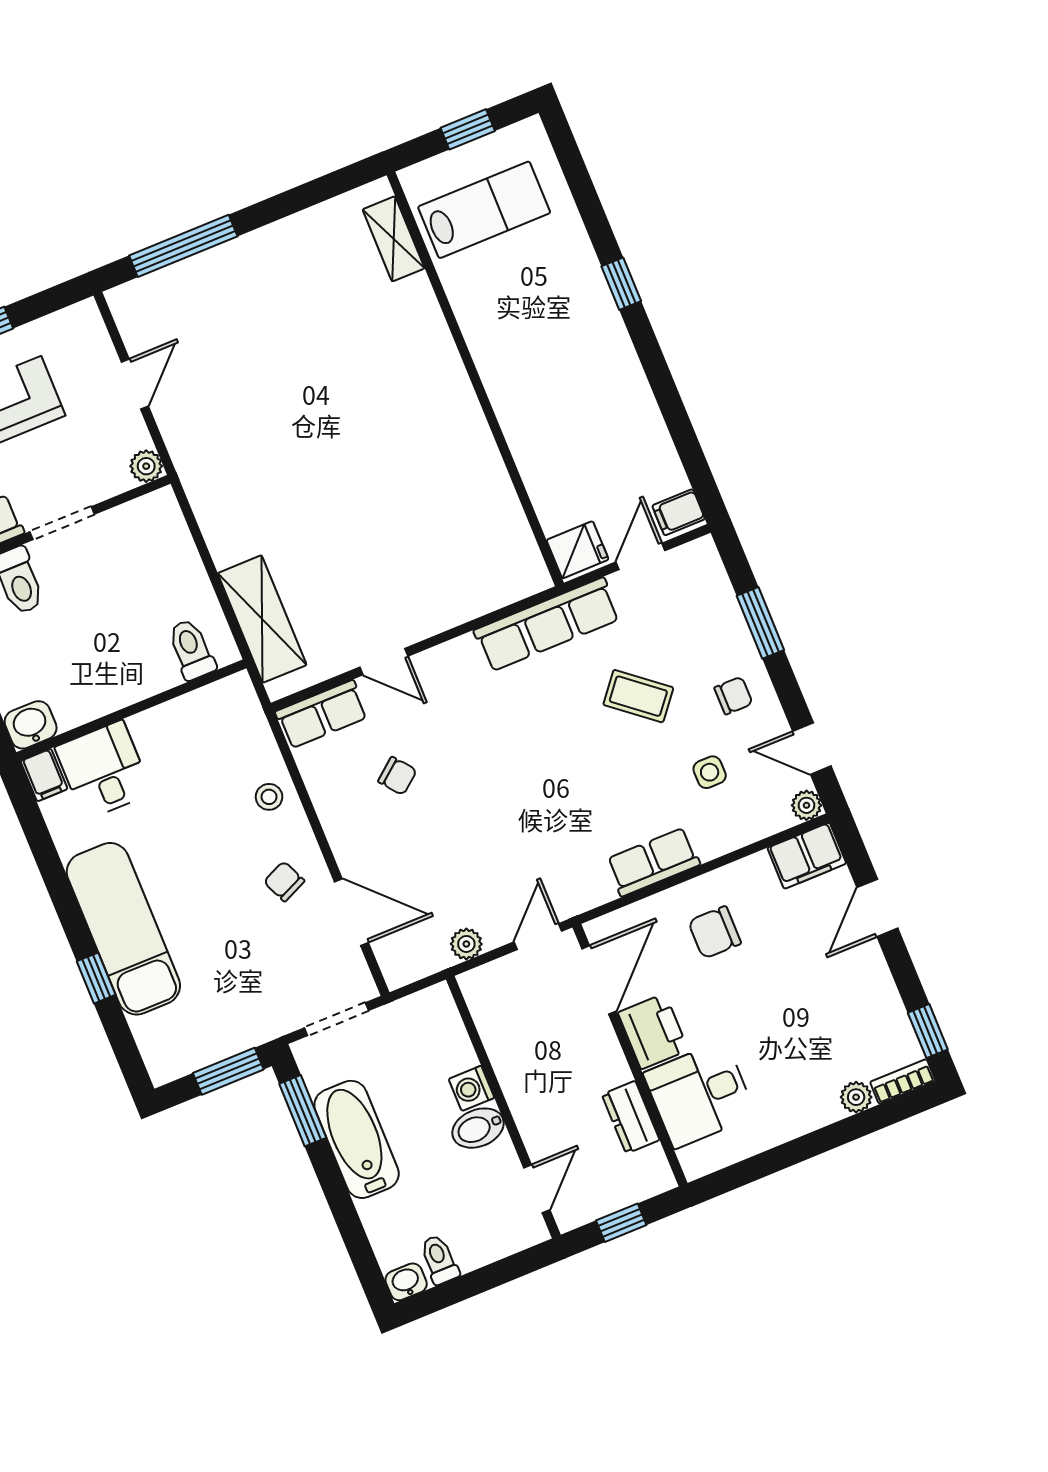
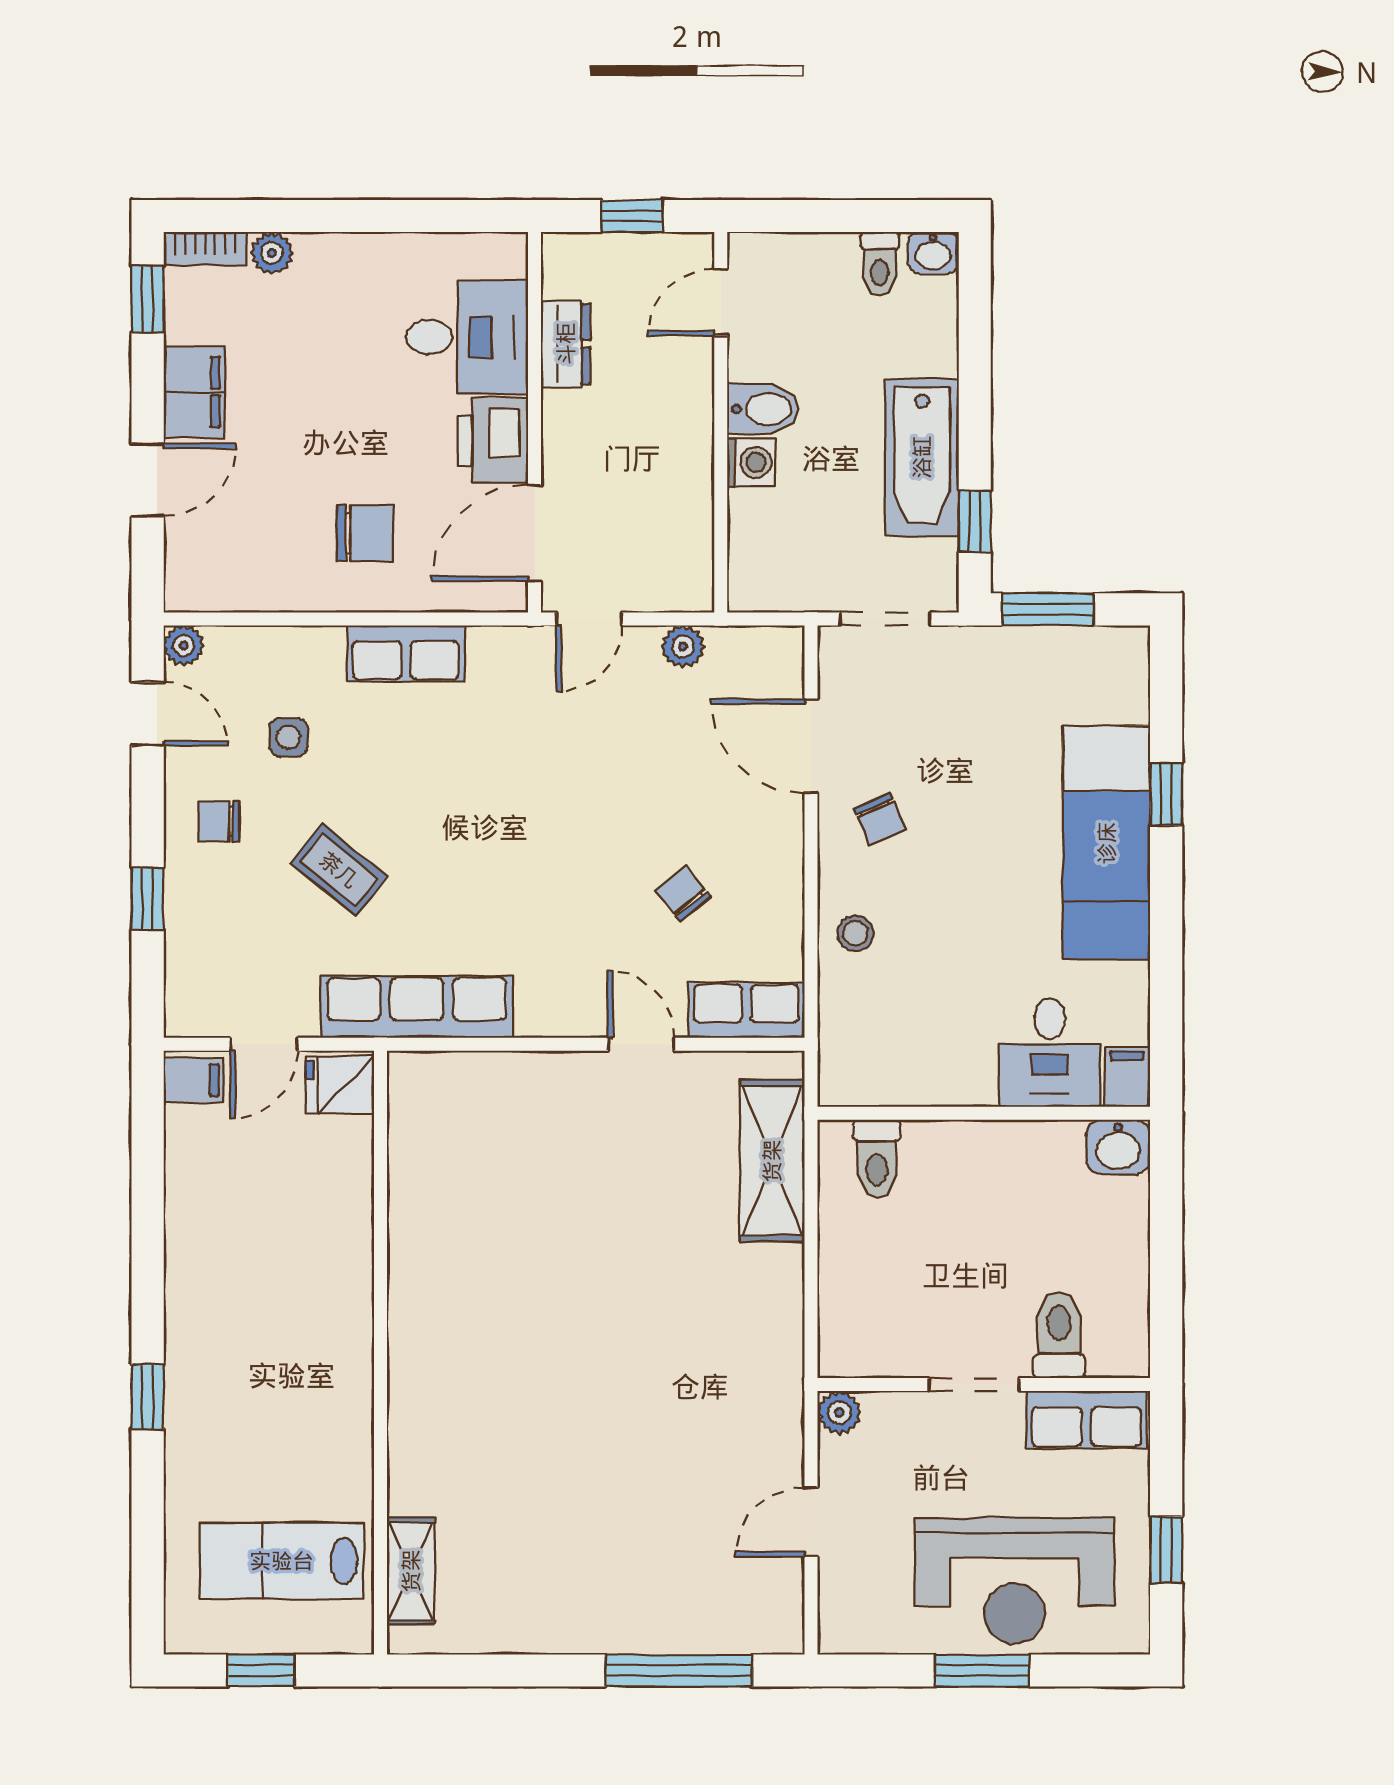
window: (760, 623) -> (148, 899), width x0.67
filing cabinet: (807, 856) -> (194, 392), moved, turned 90
window: (303, 1111) -> (975, 521), width x0.67

